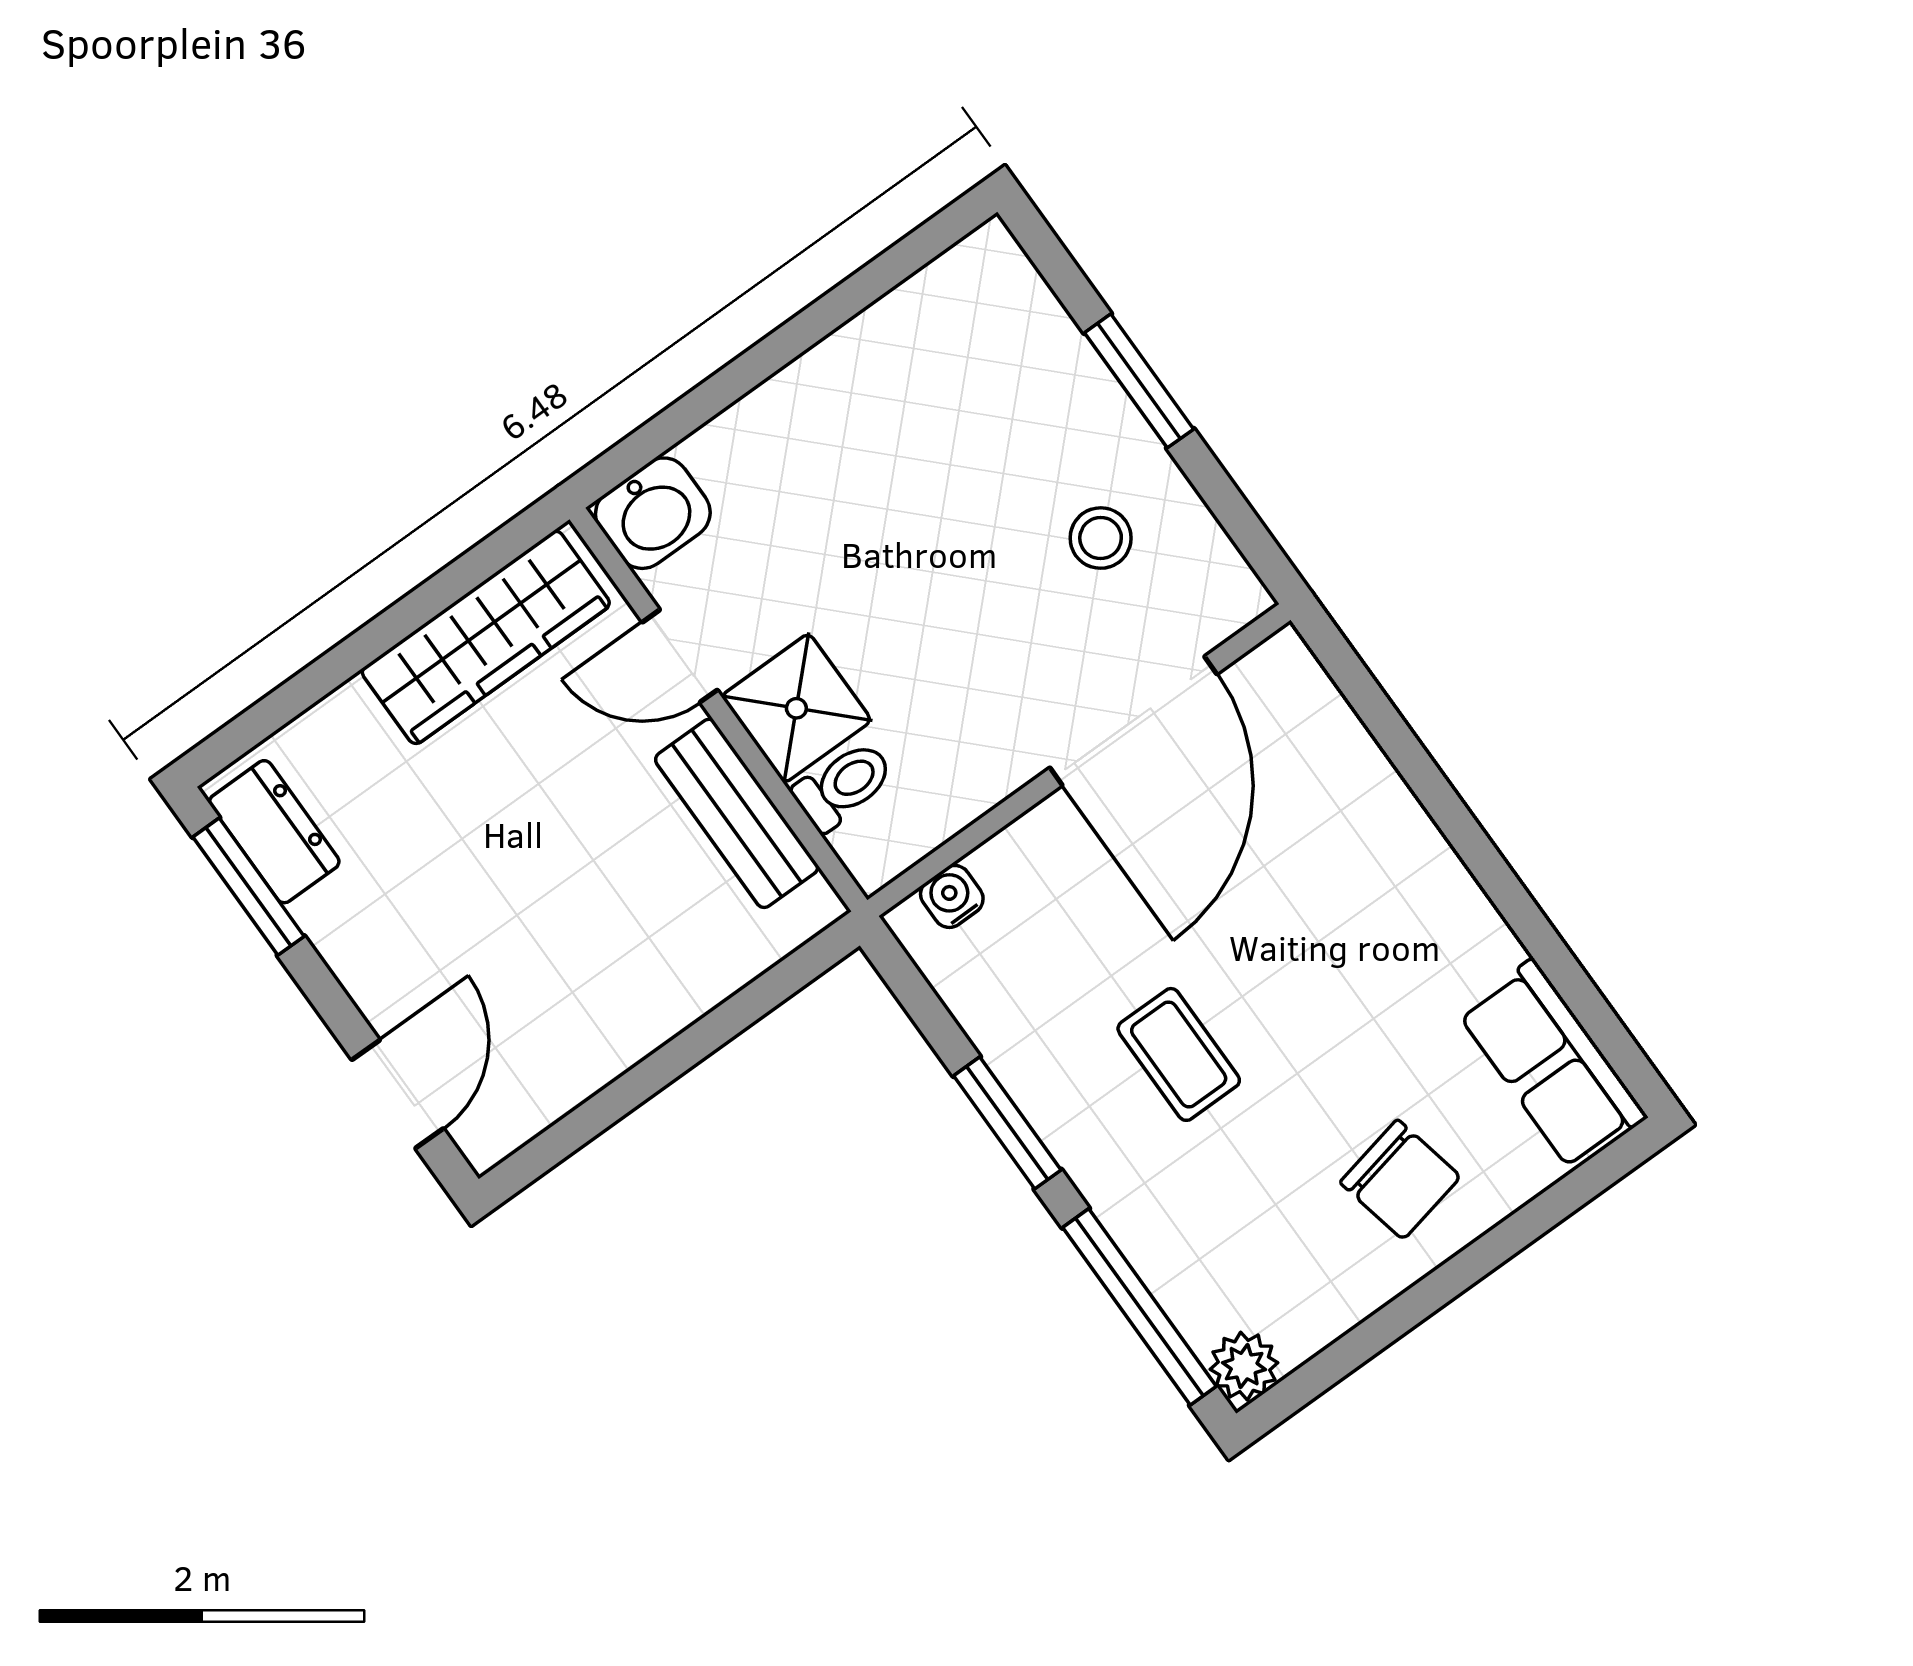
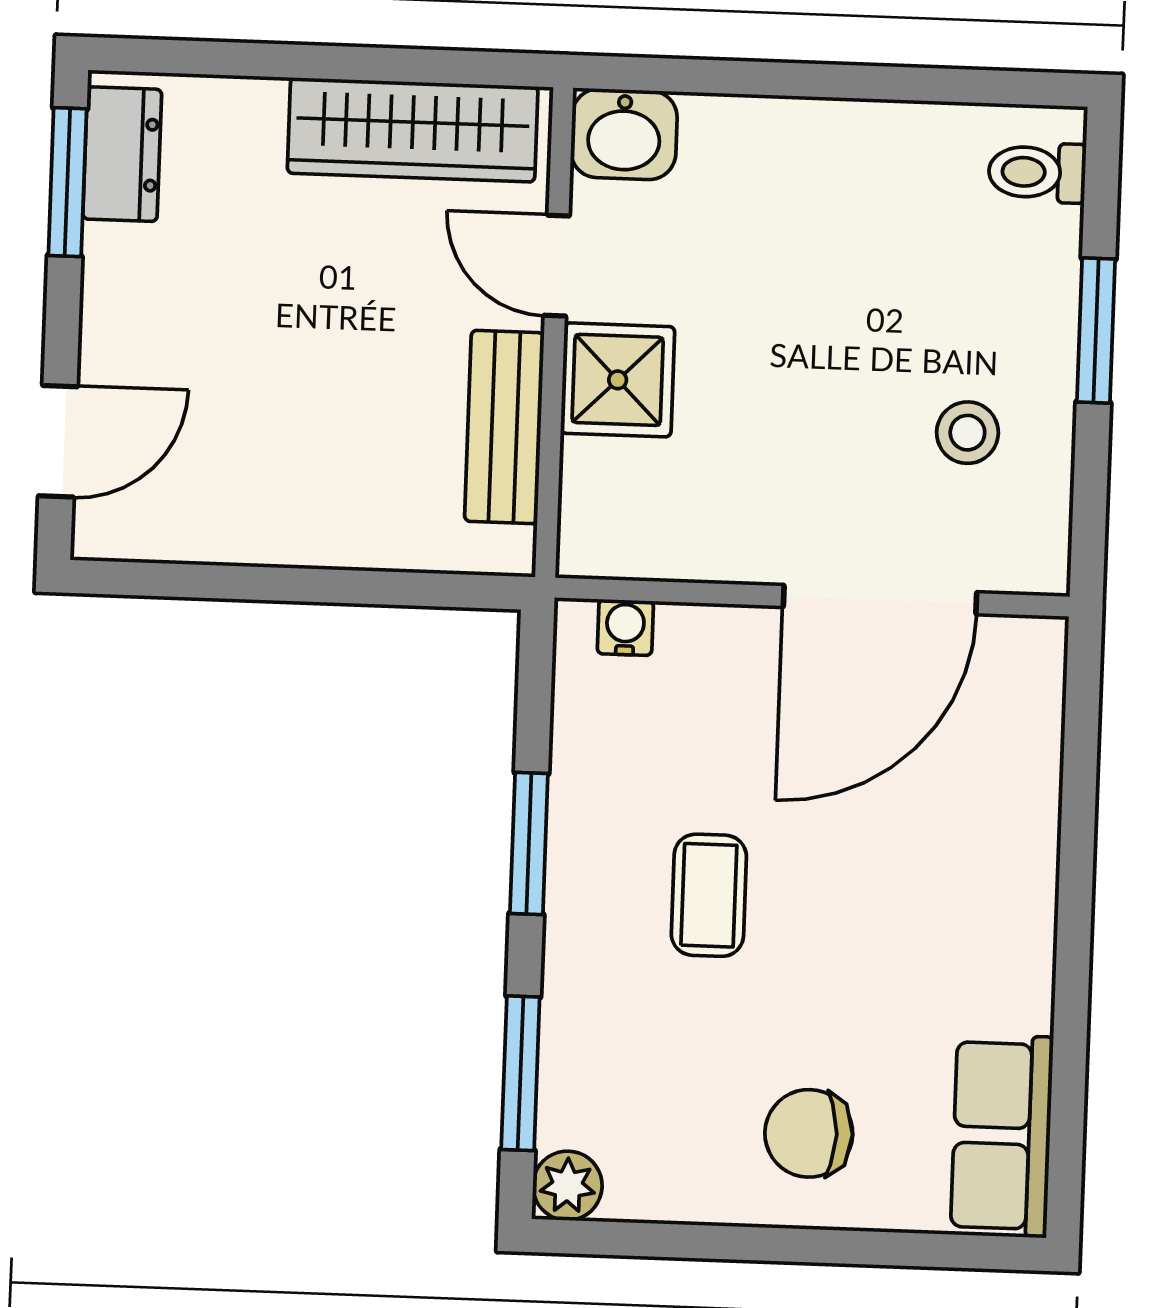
toilet: (843, 786) -> (1037, 172), moved, turned 180
chair: (1400, 1180) -> (809, 1133), turned 102
window: (1139, 1307) -> (520, 1073), width x0.69

